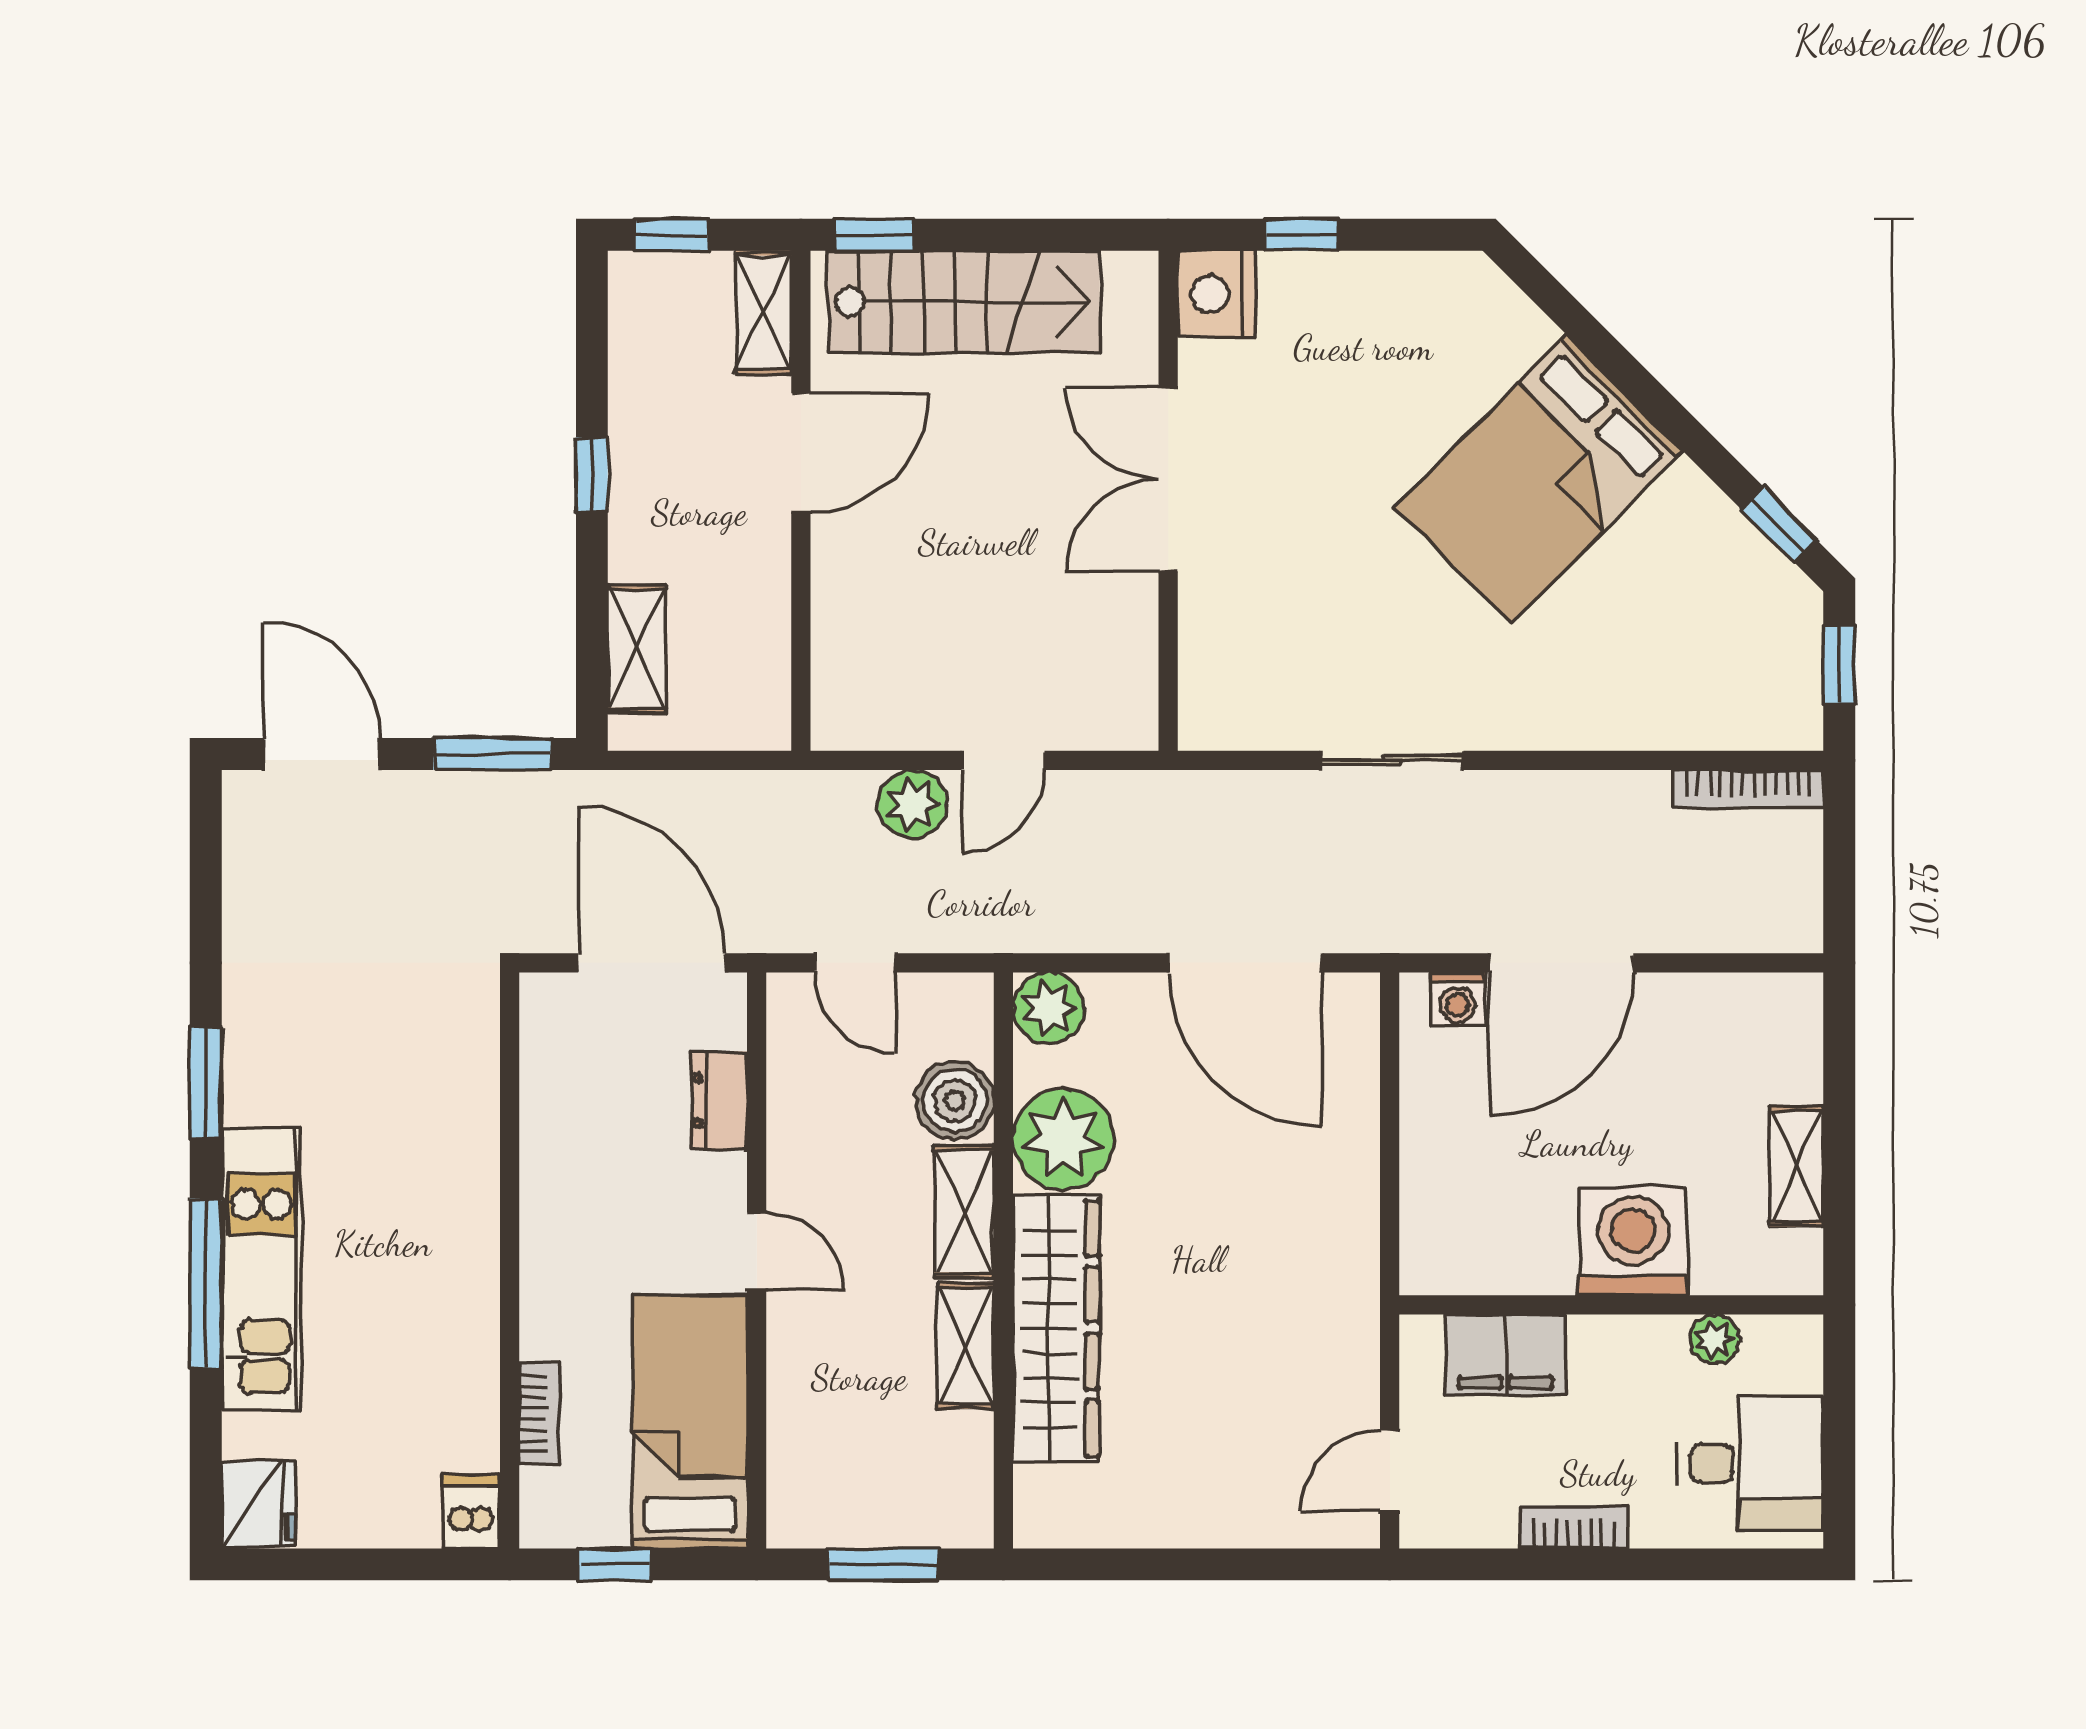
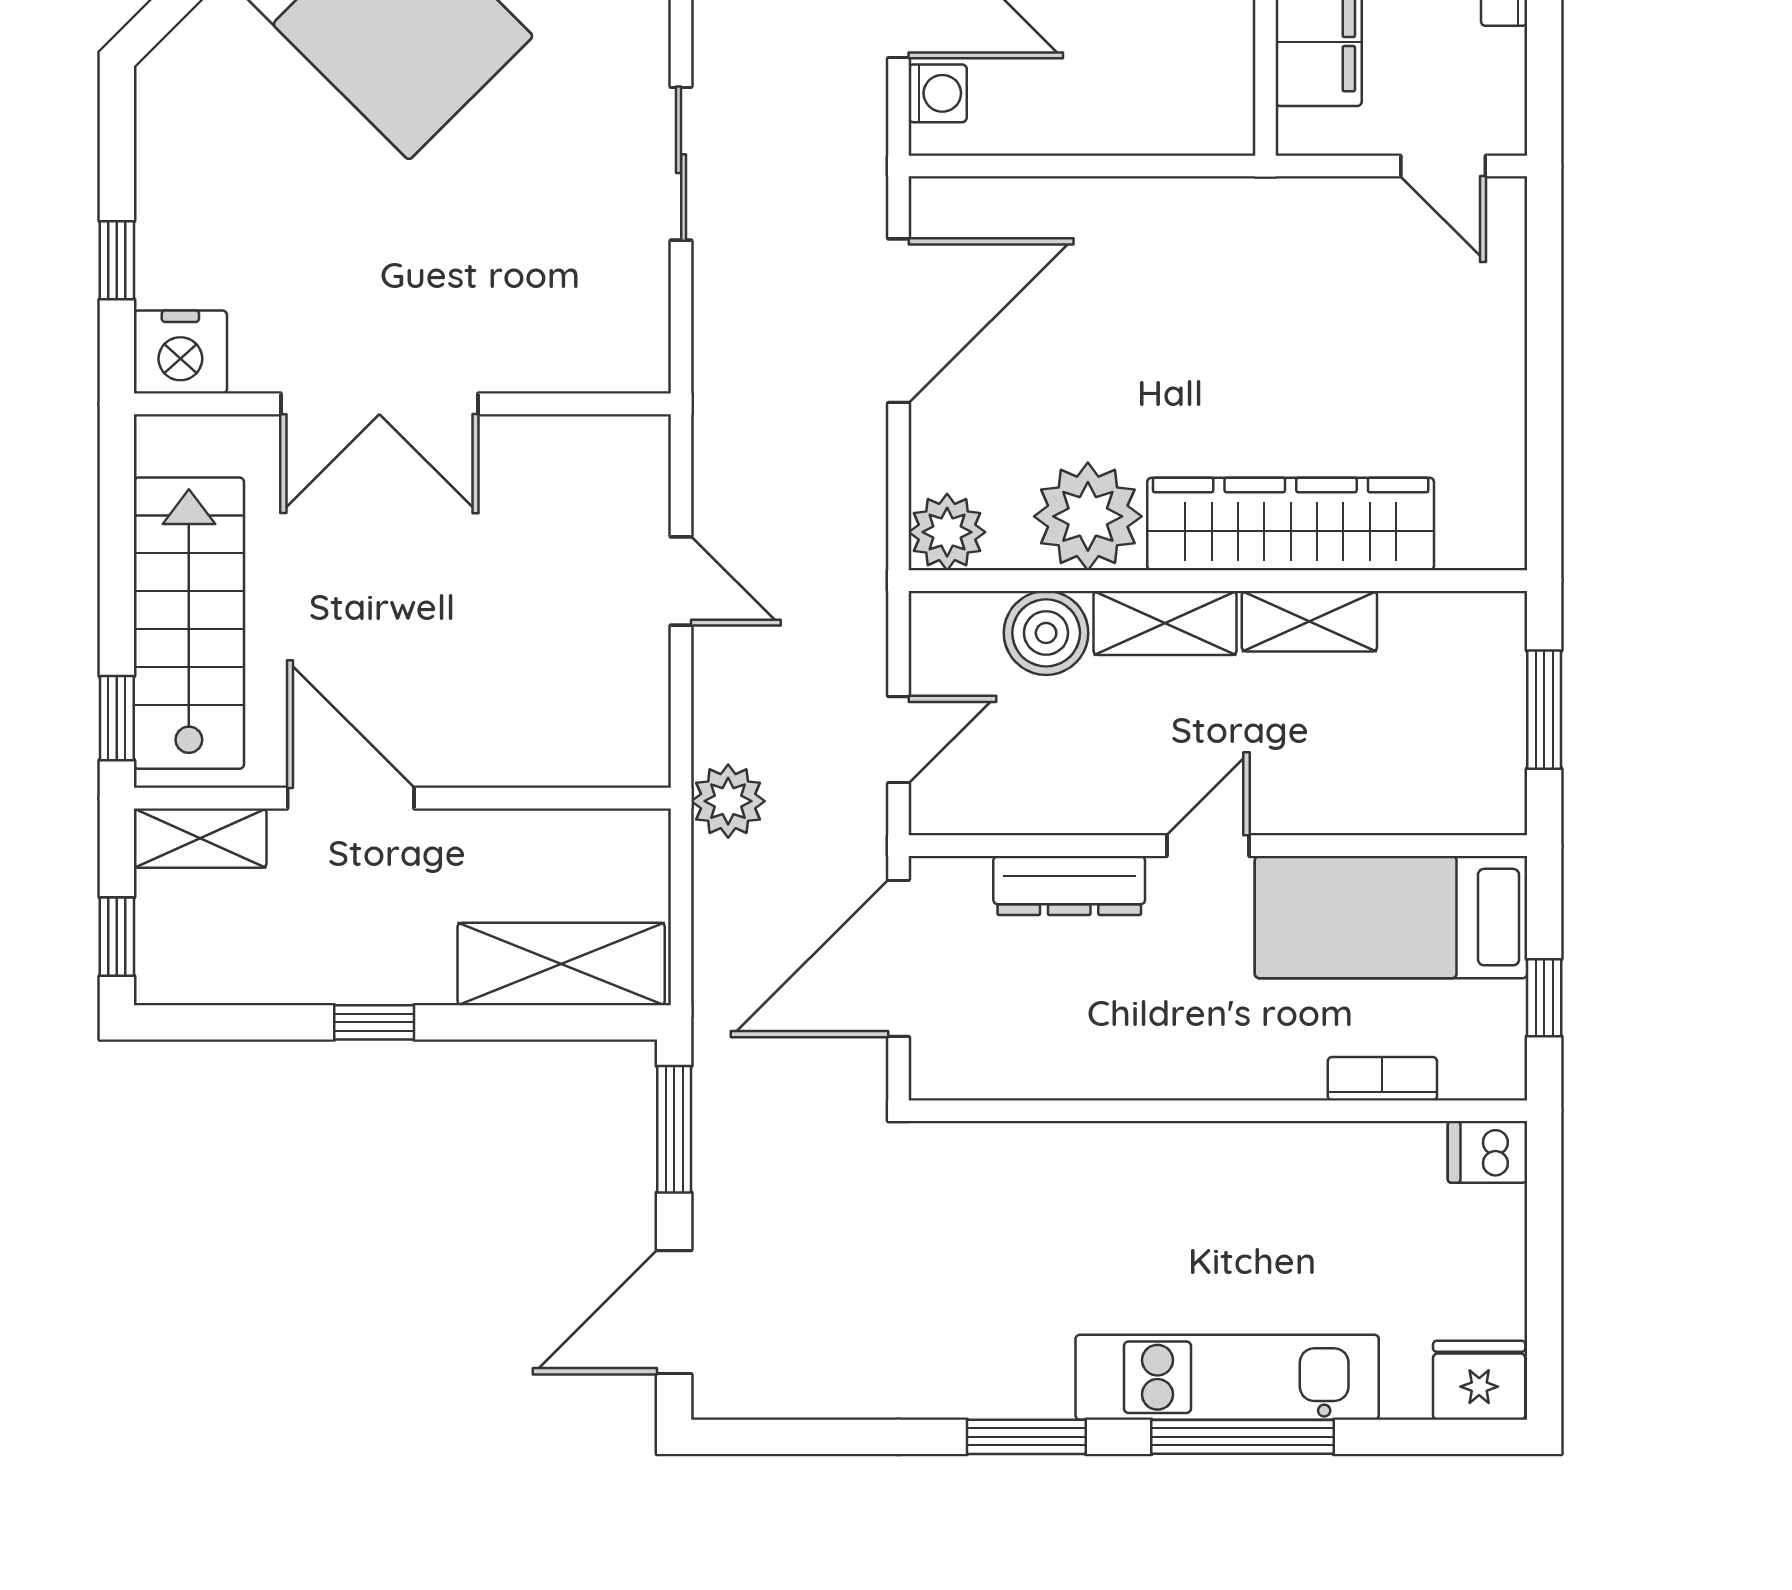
shelving: (637, 649) -> (561, 964), width x1.50, depth x1.33
plant: (912, 804) -> (728, 801), moved
dresser: (719, 1100) -> (1069, 885), width x1.44

